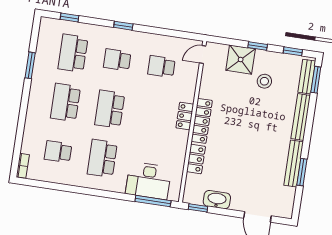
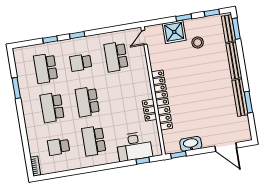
window: (70, 18) -> (50, 40), moved
school desk: (161, 67) -> (116, 57), width x1.85
locker: (185, 116) -> (149, 110), moved
window: (153, 201) -> (143, 161), width x0.46

